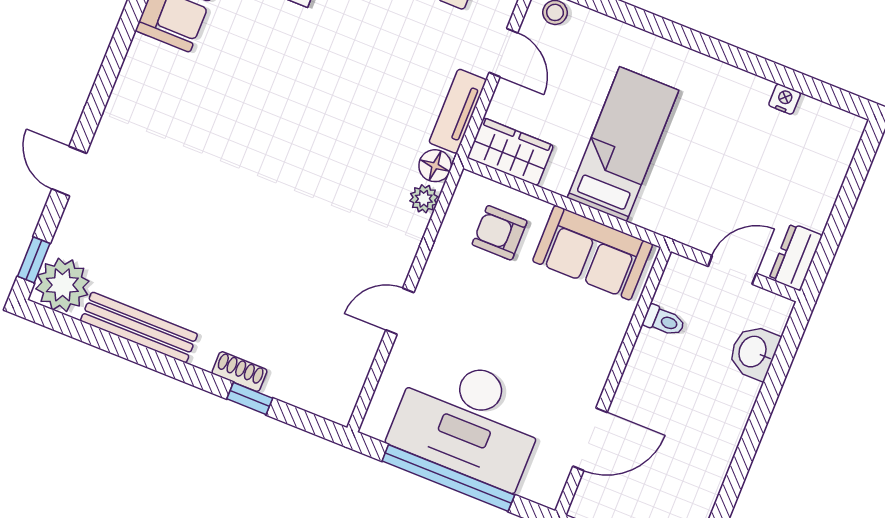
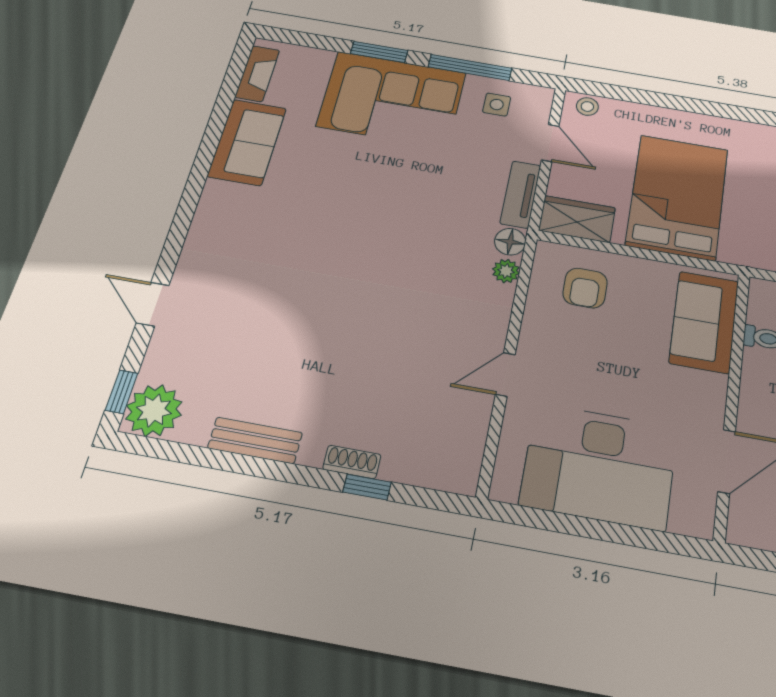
bed: (623, 144) -> (677, 197), width x1.50
armchair: (500, 233) -> (585, 288), turned -90
sofa: (593, 253) -> (704, 322), moved, turned 90
bench: (139, 327) -> (255, 440), width x0.73
window: (448, 478) -> (593, 529), removed

